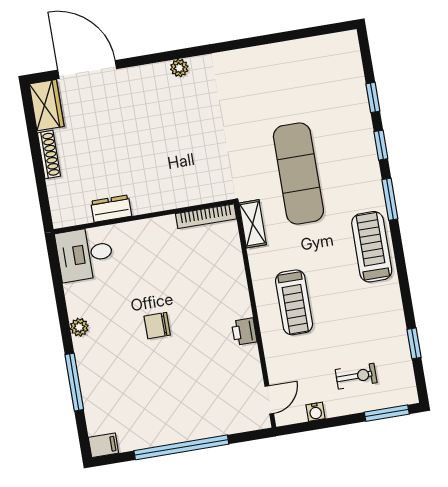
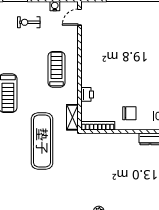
chair: (157, 326) -> (129, 113), moved
printer: (244, 332) -> (87, 94), moved

